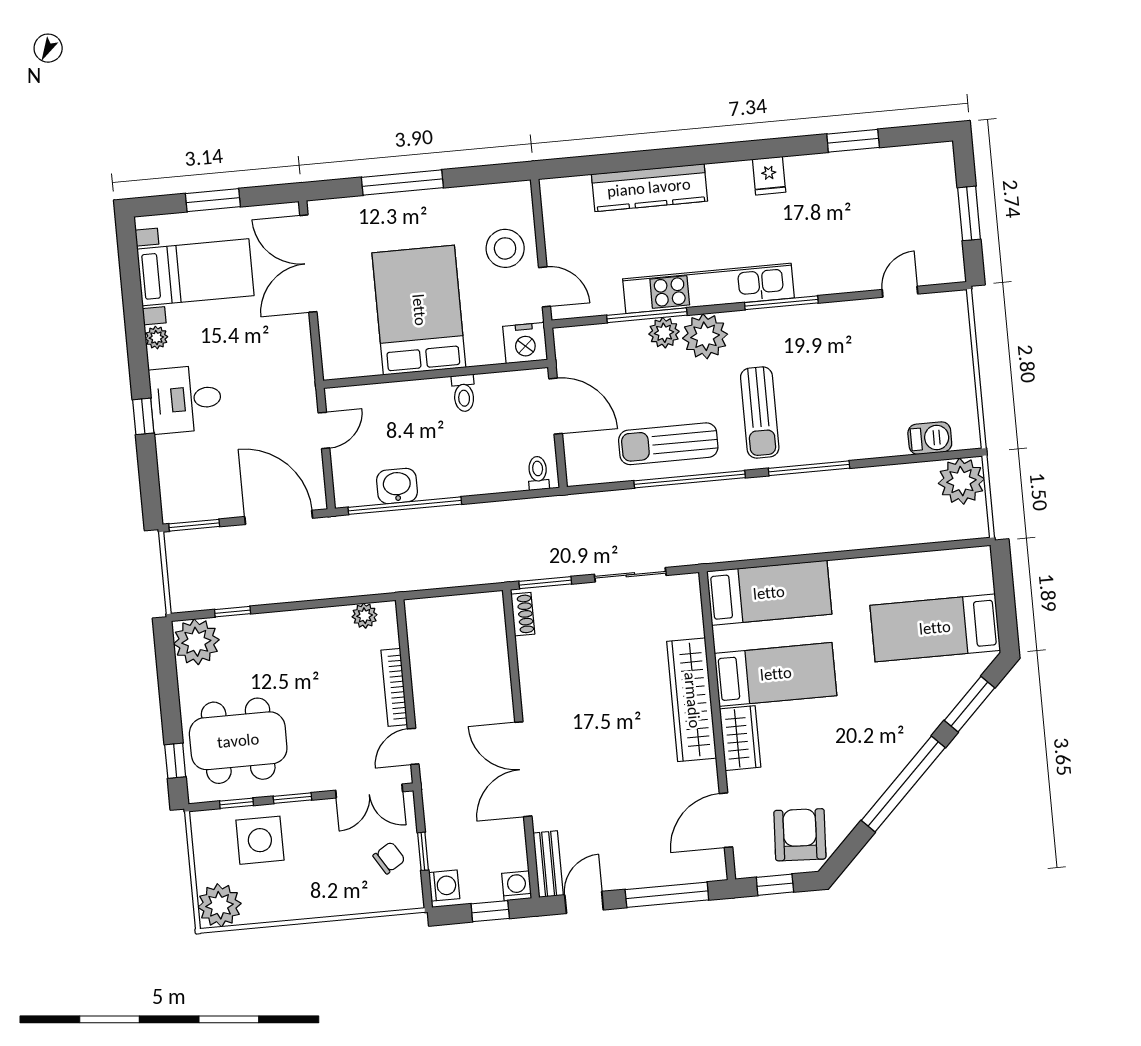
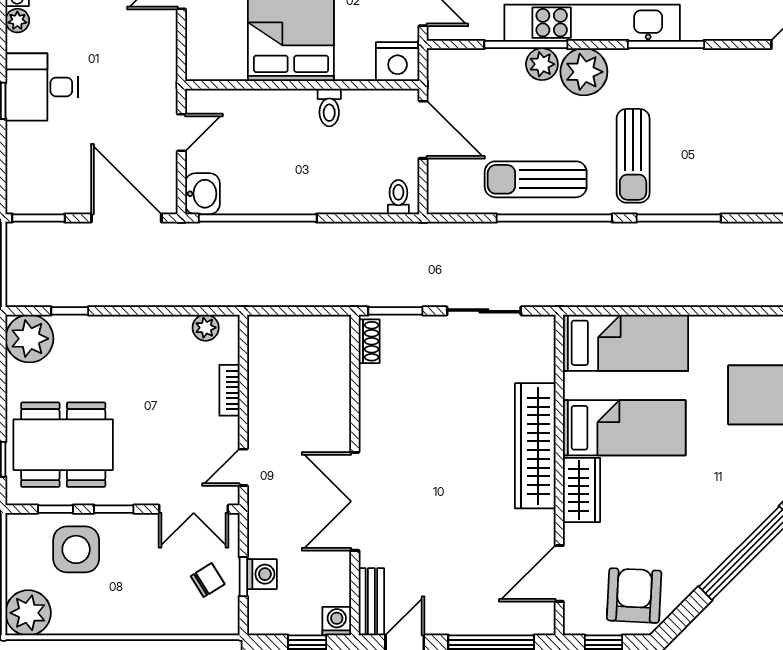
washbasin: (397, 486) -> (202, 194), moved, turned 90
bookcase: (394, 687) -> (229, 390), width x0.64
washing machine: (444, 886) -> (262, 574), moved

